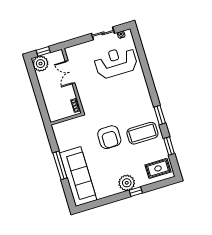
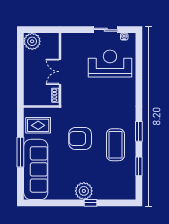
window: (43, 51) -> (39, 30), removed
double door: (70, 72) -> (60, 72), moved
coffee table: (142, 133) -> (115, 145), turned 90
armchair: (109, 137) -> (80, 139), turned 90
rug: (158, 168) -> (38, 125), moved

